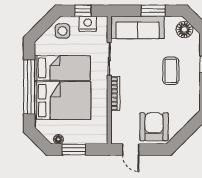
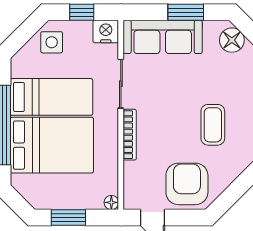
nightstand: (88, 24) -> (106, 32), moved
coffee table: (171, 71) -> (213, 125), moved
floor lamp: (58, 139) -> (111, 202), moved

